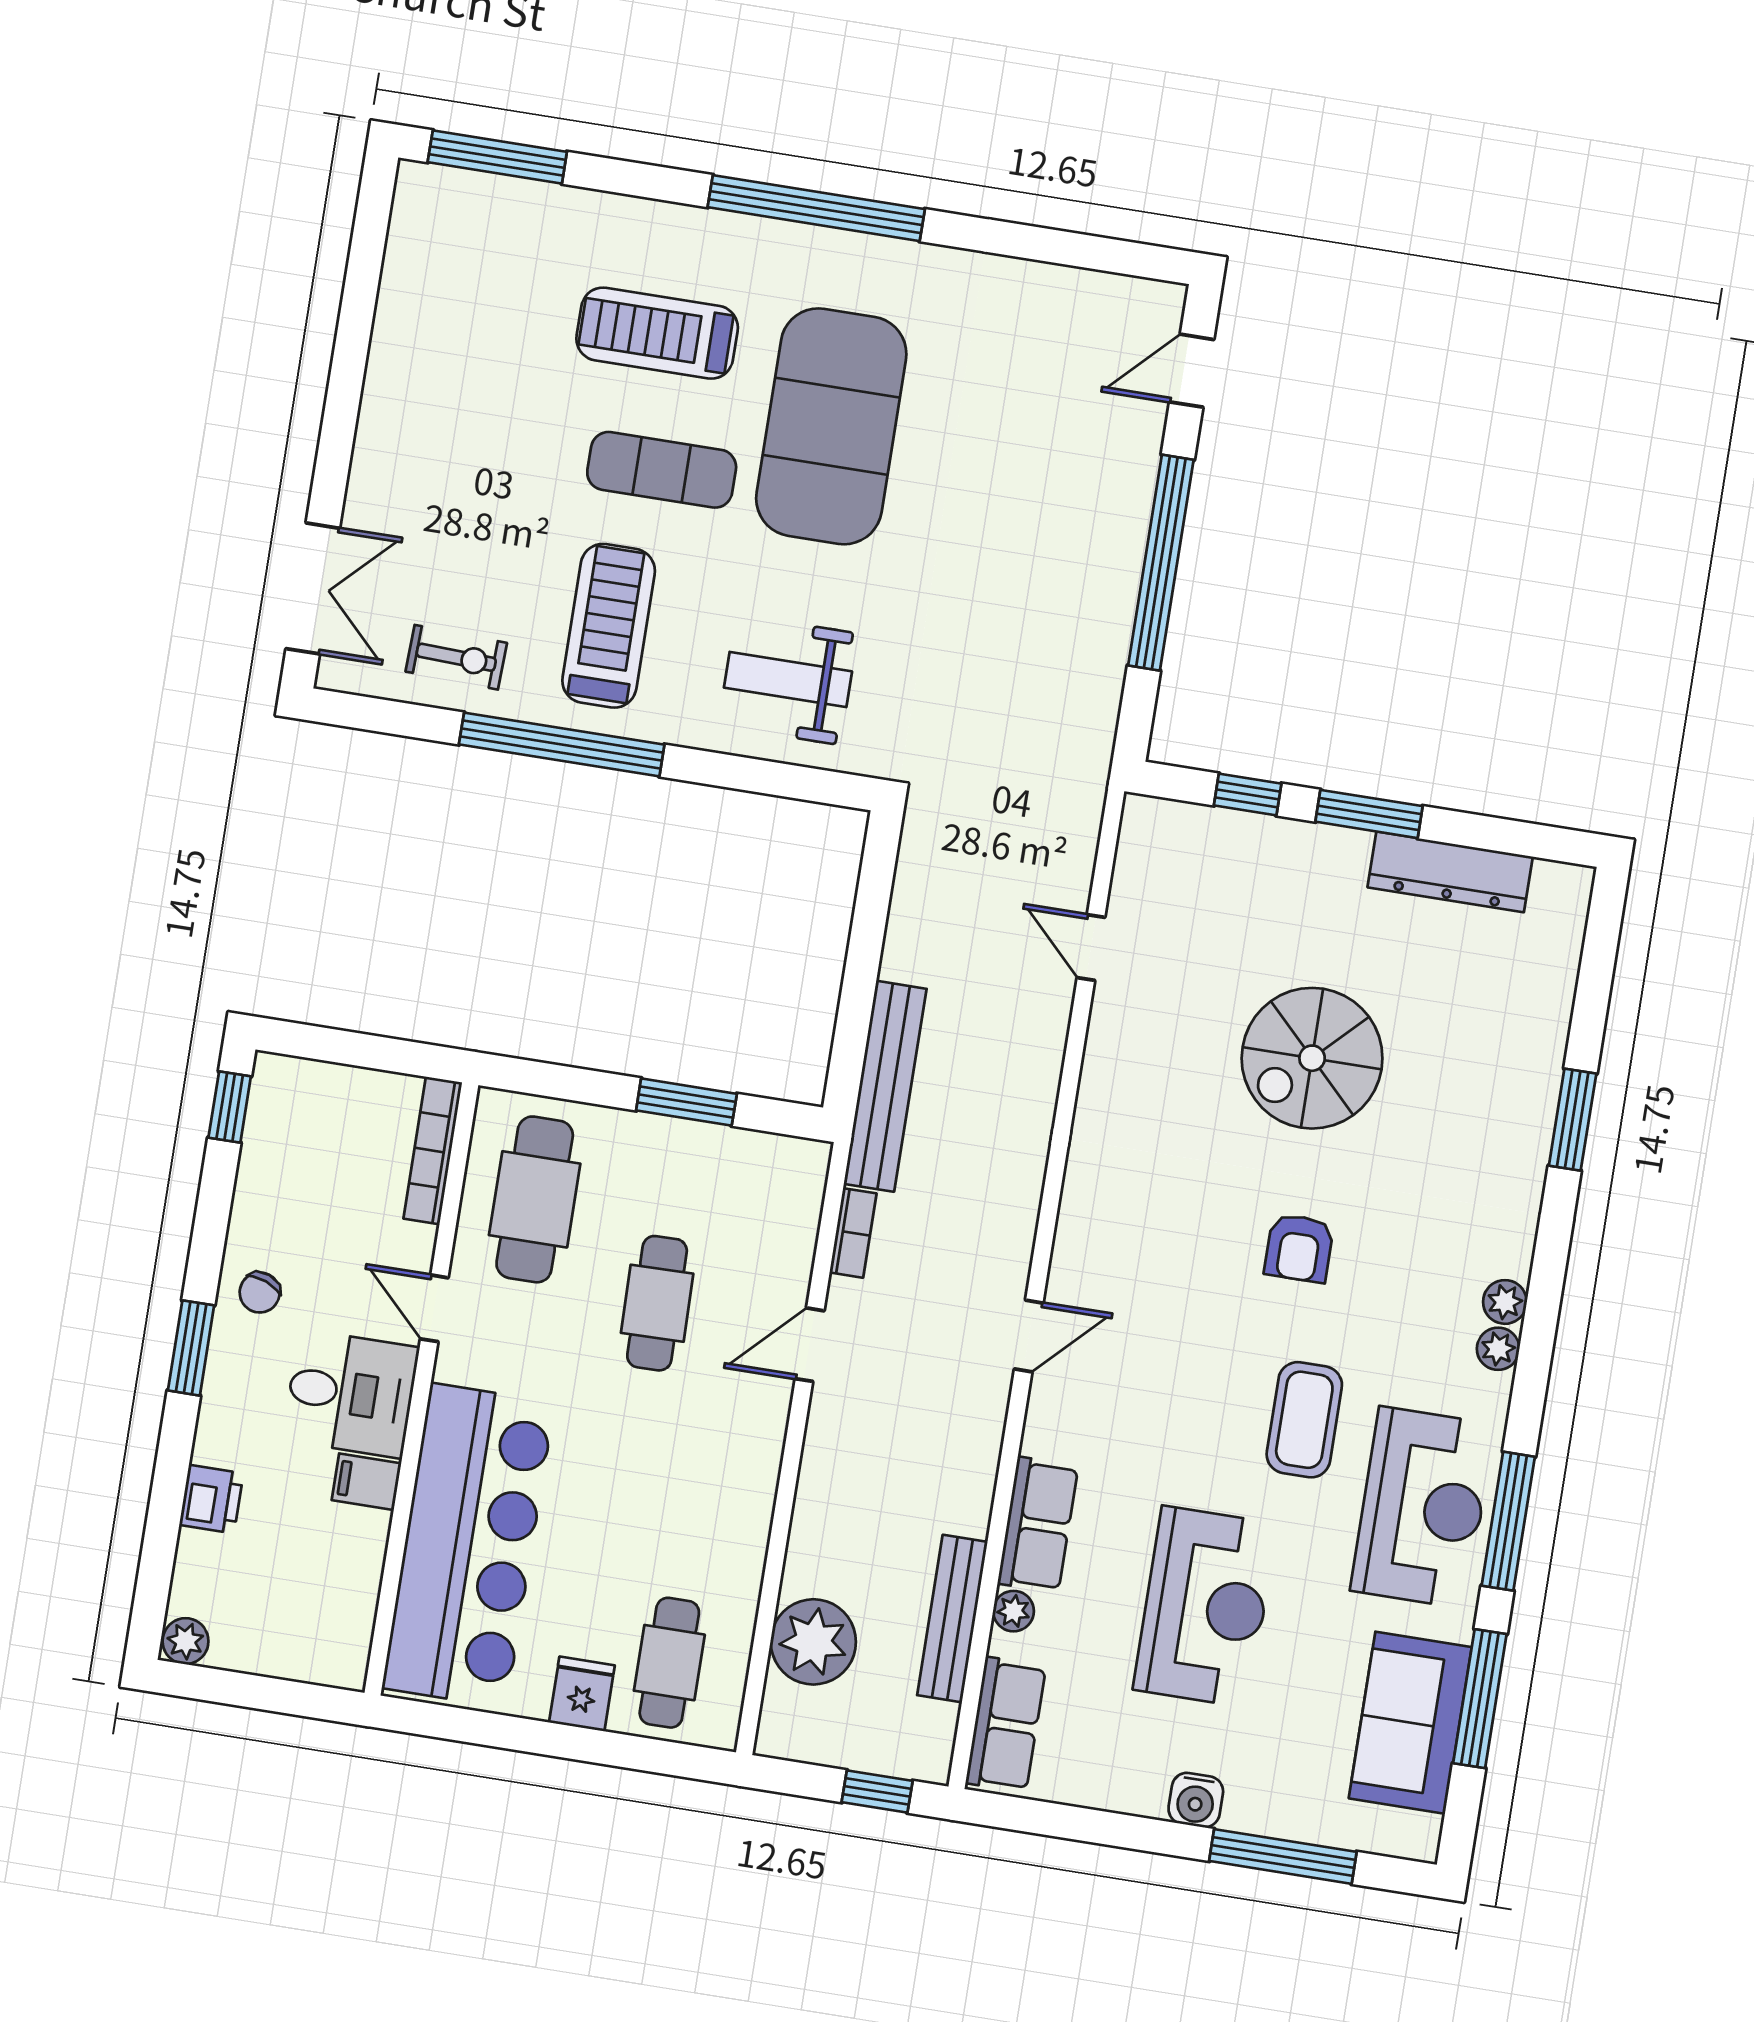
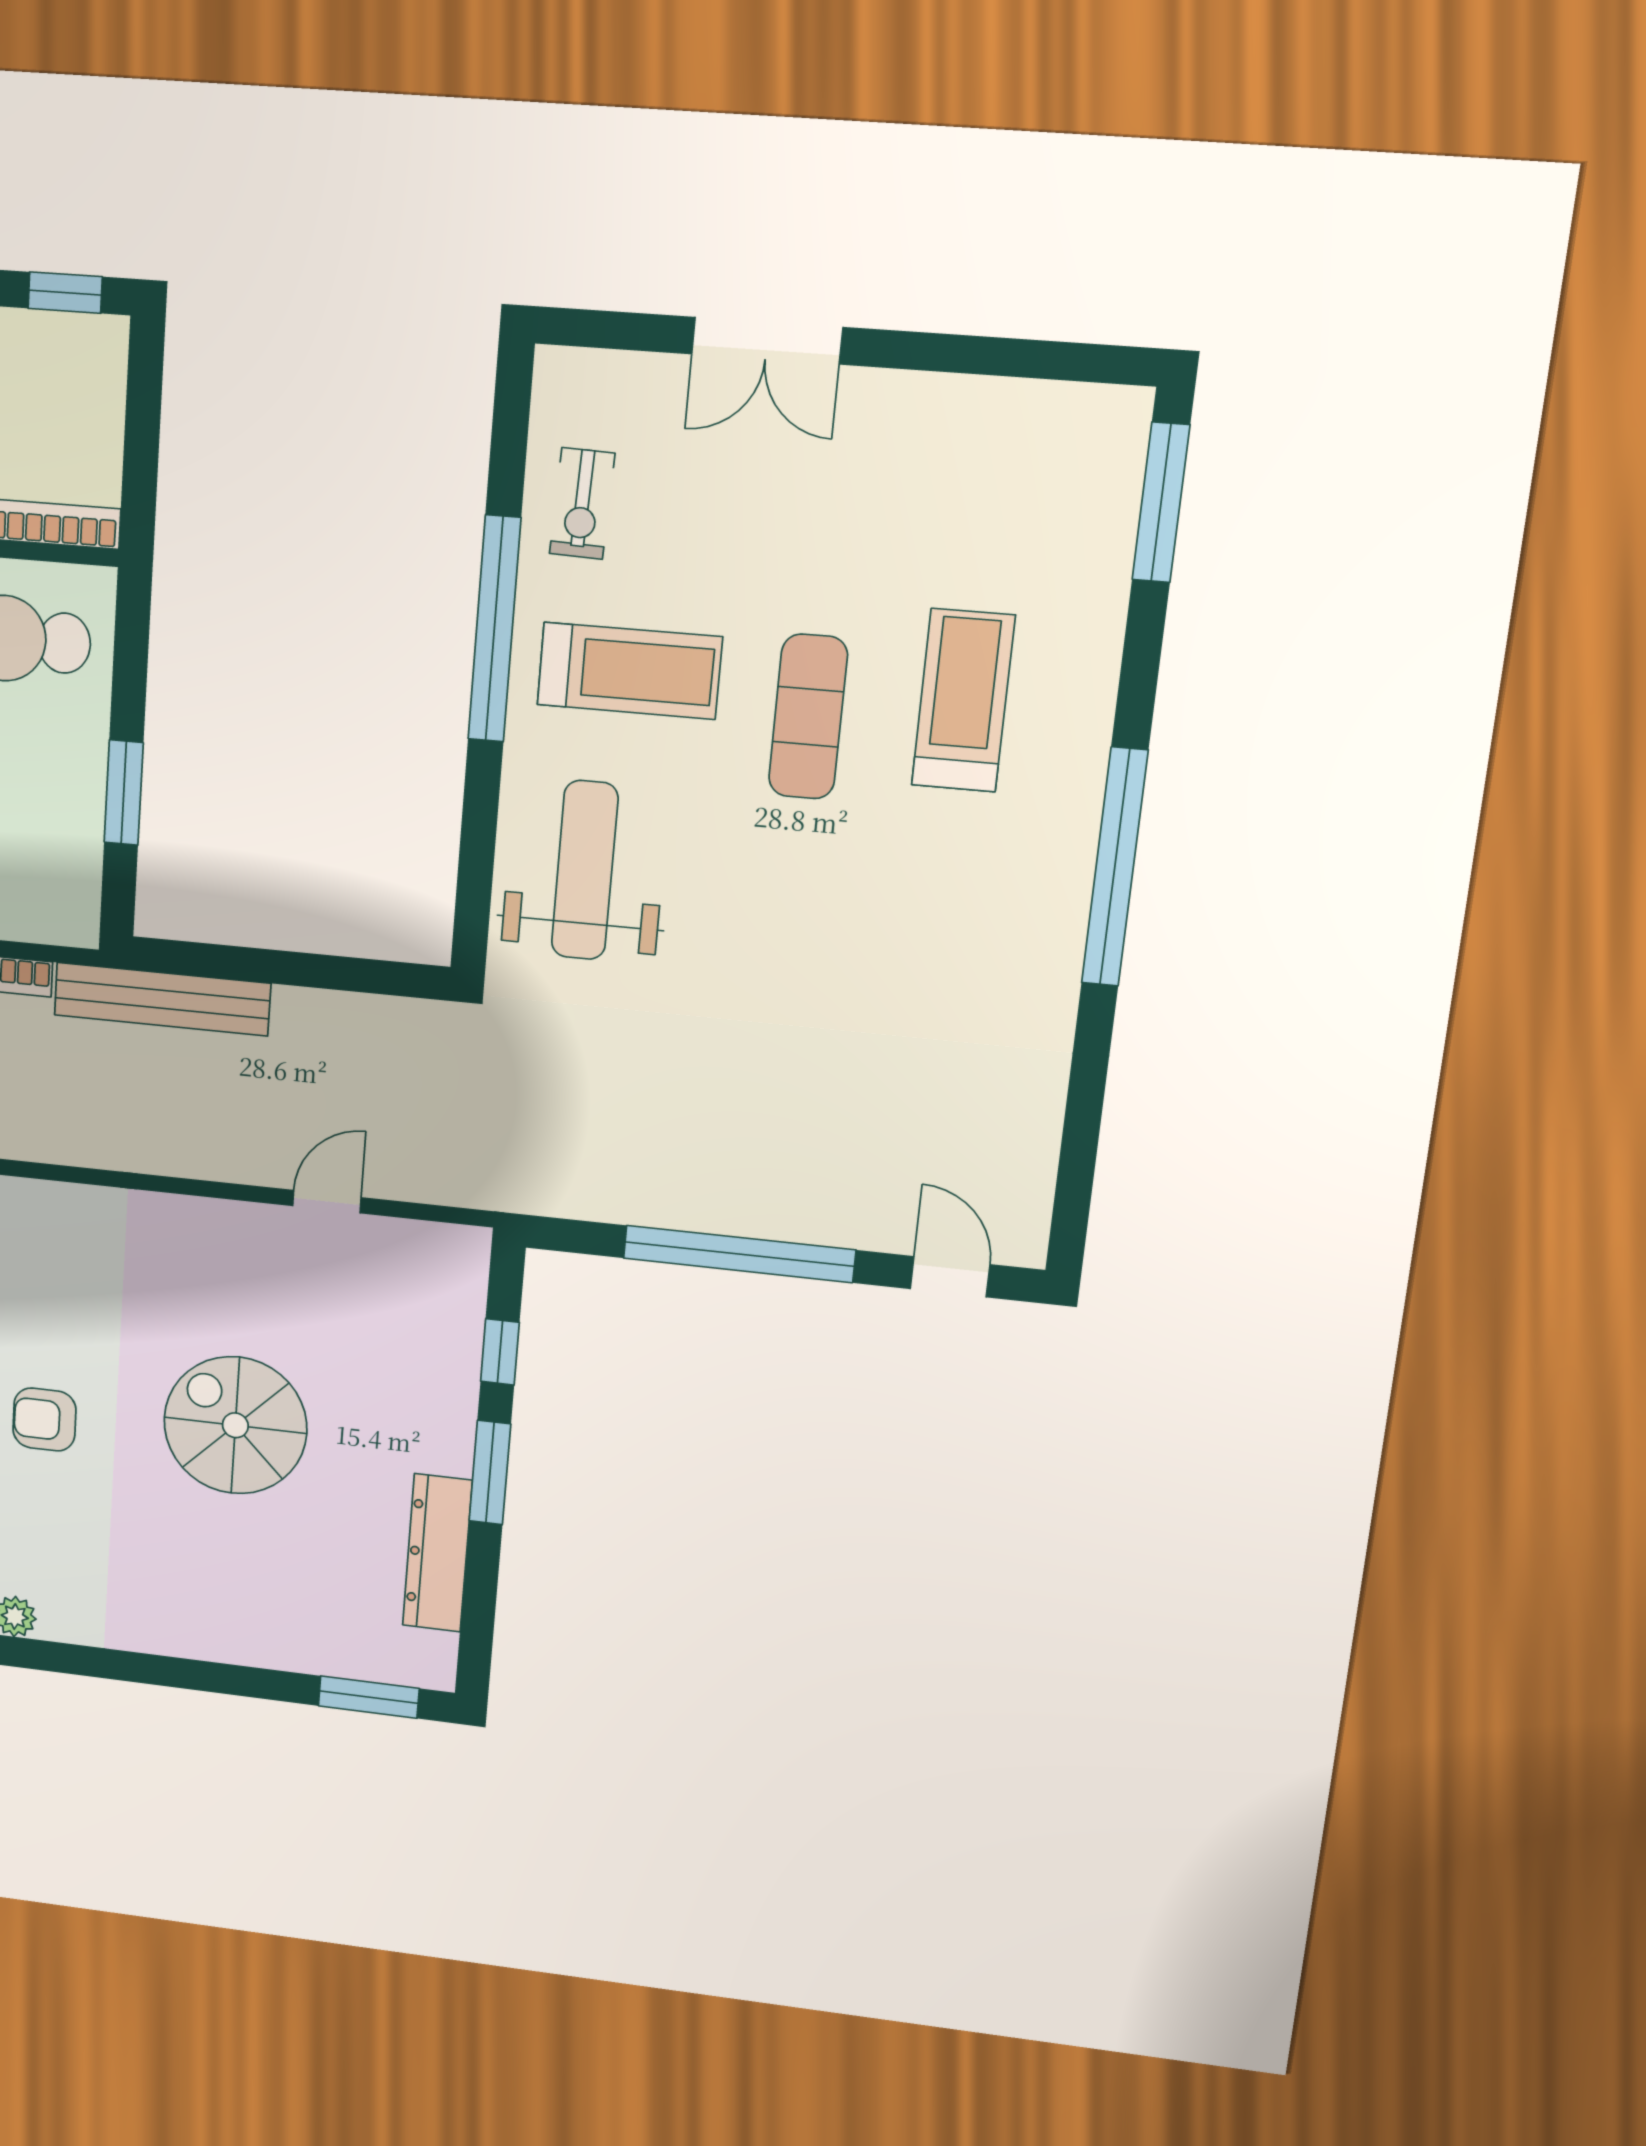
exercise mat: (831, 426) -> (868, 899), removed
double door: (313, 588) -> (767, 341), moved
weight bench: (788, 680) -> (585, 870), width x1.36, depth x1.33
window: (1573, 1120) -> (369, 1697), moved

